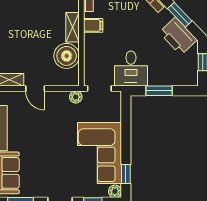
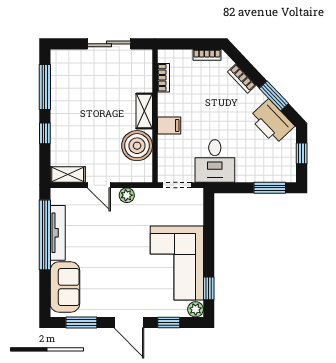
filing cabinet: (93, 25) -> (169, 125), moved
window: (159, 91) -> (270, 188), moved
plant: (76, 97) -> (127, 195), moved

